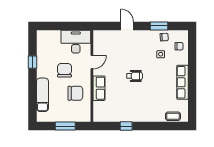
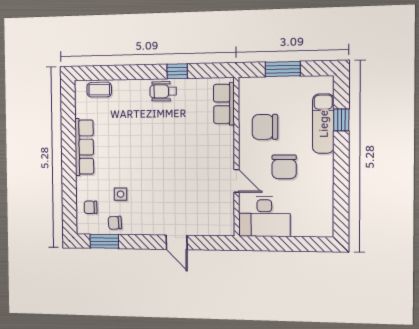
window: (159, 26) -> (104, 241), moved
window: (32, 62) -> (341, 120), moved
door: (92, 62) -> (237, 181), swing flipped
wheelchair: (135, 76) -> (163, 91), moved
row of seats: (99, 88) -> (224, 104), moved

